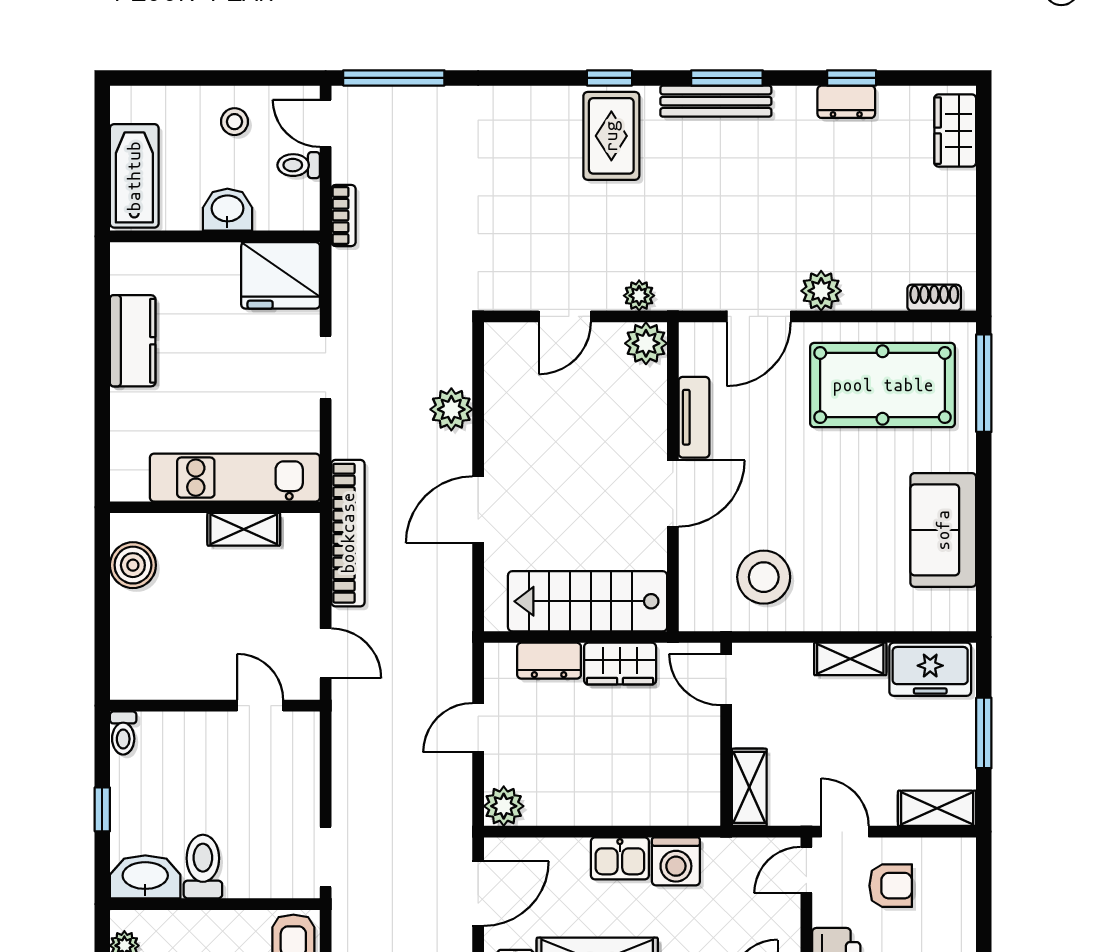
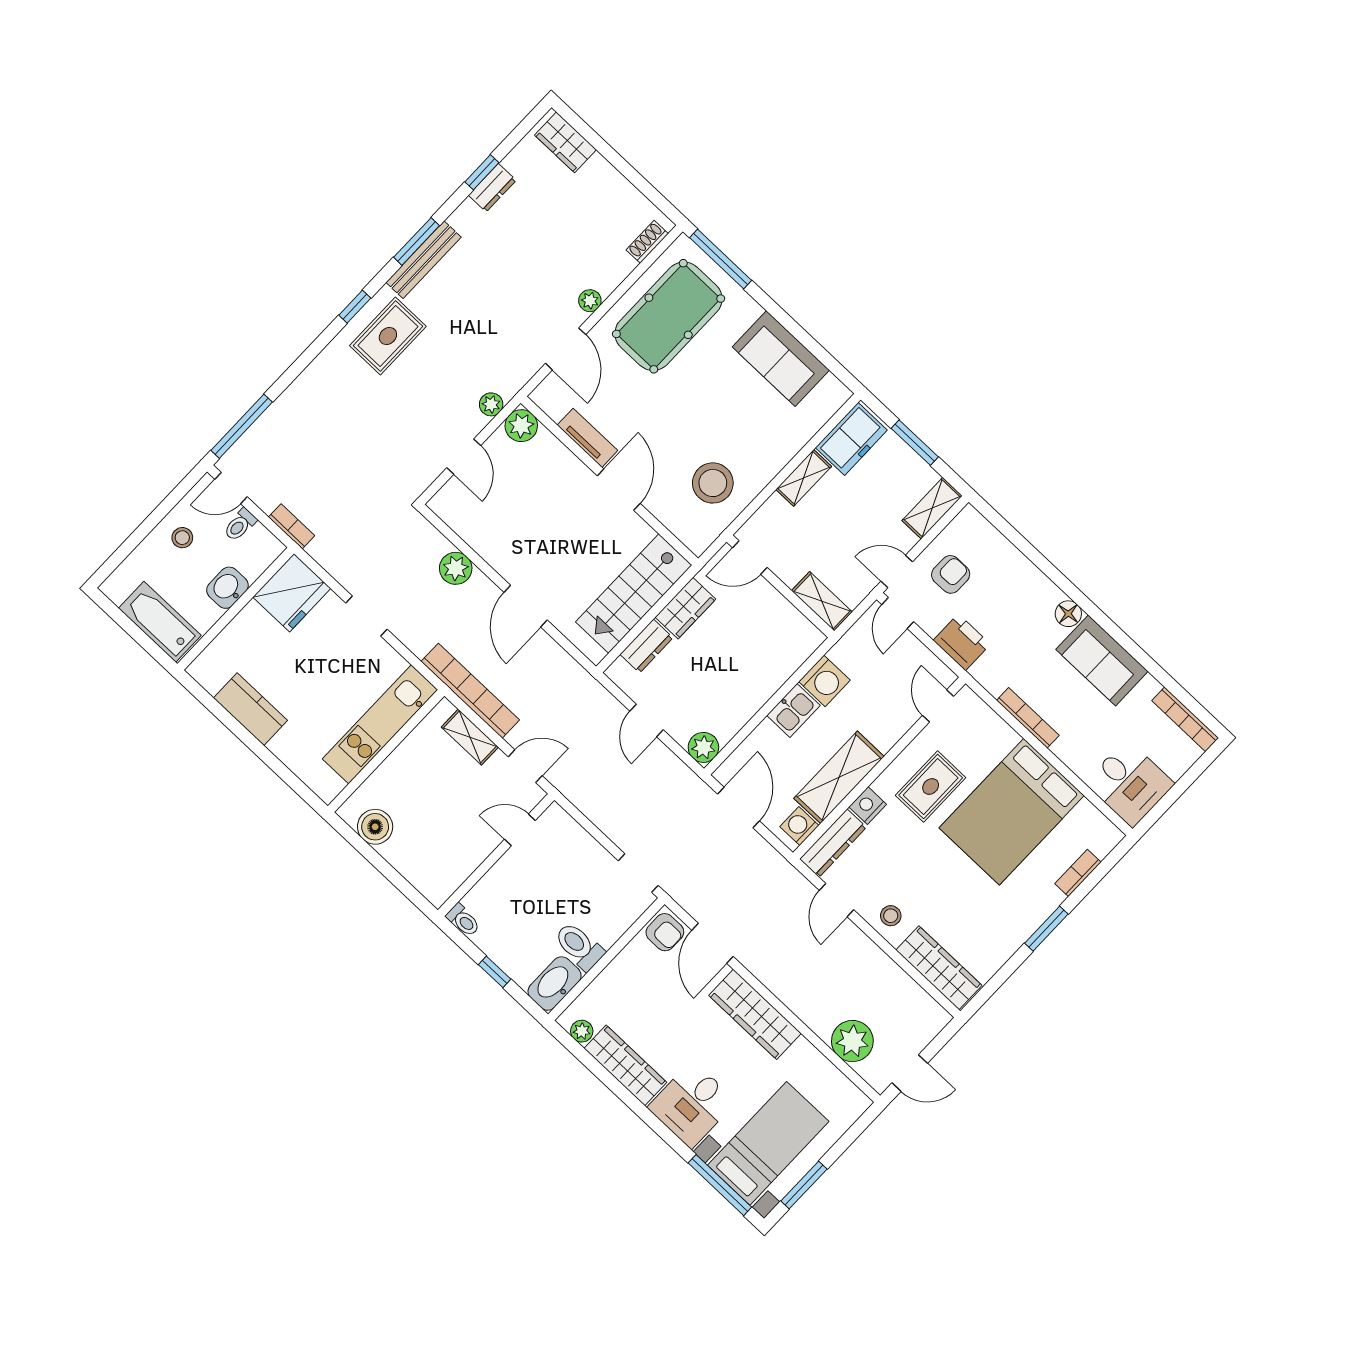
rug: (611, 136) -> (388, 336), turned 90
plant: (821, 291) -> (590, 301), width x0.73, depth x0.73
shelving: (244, 529) -> (470, 737), moved, turned 90

